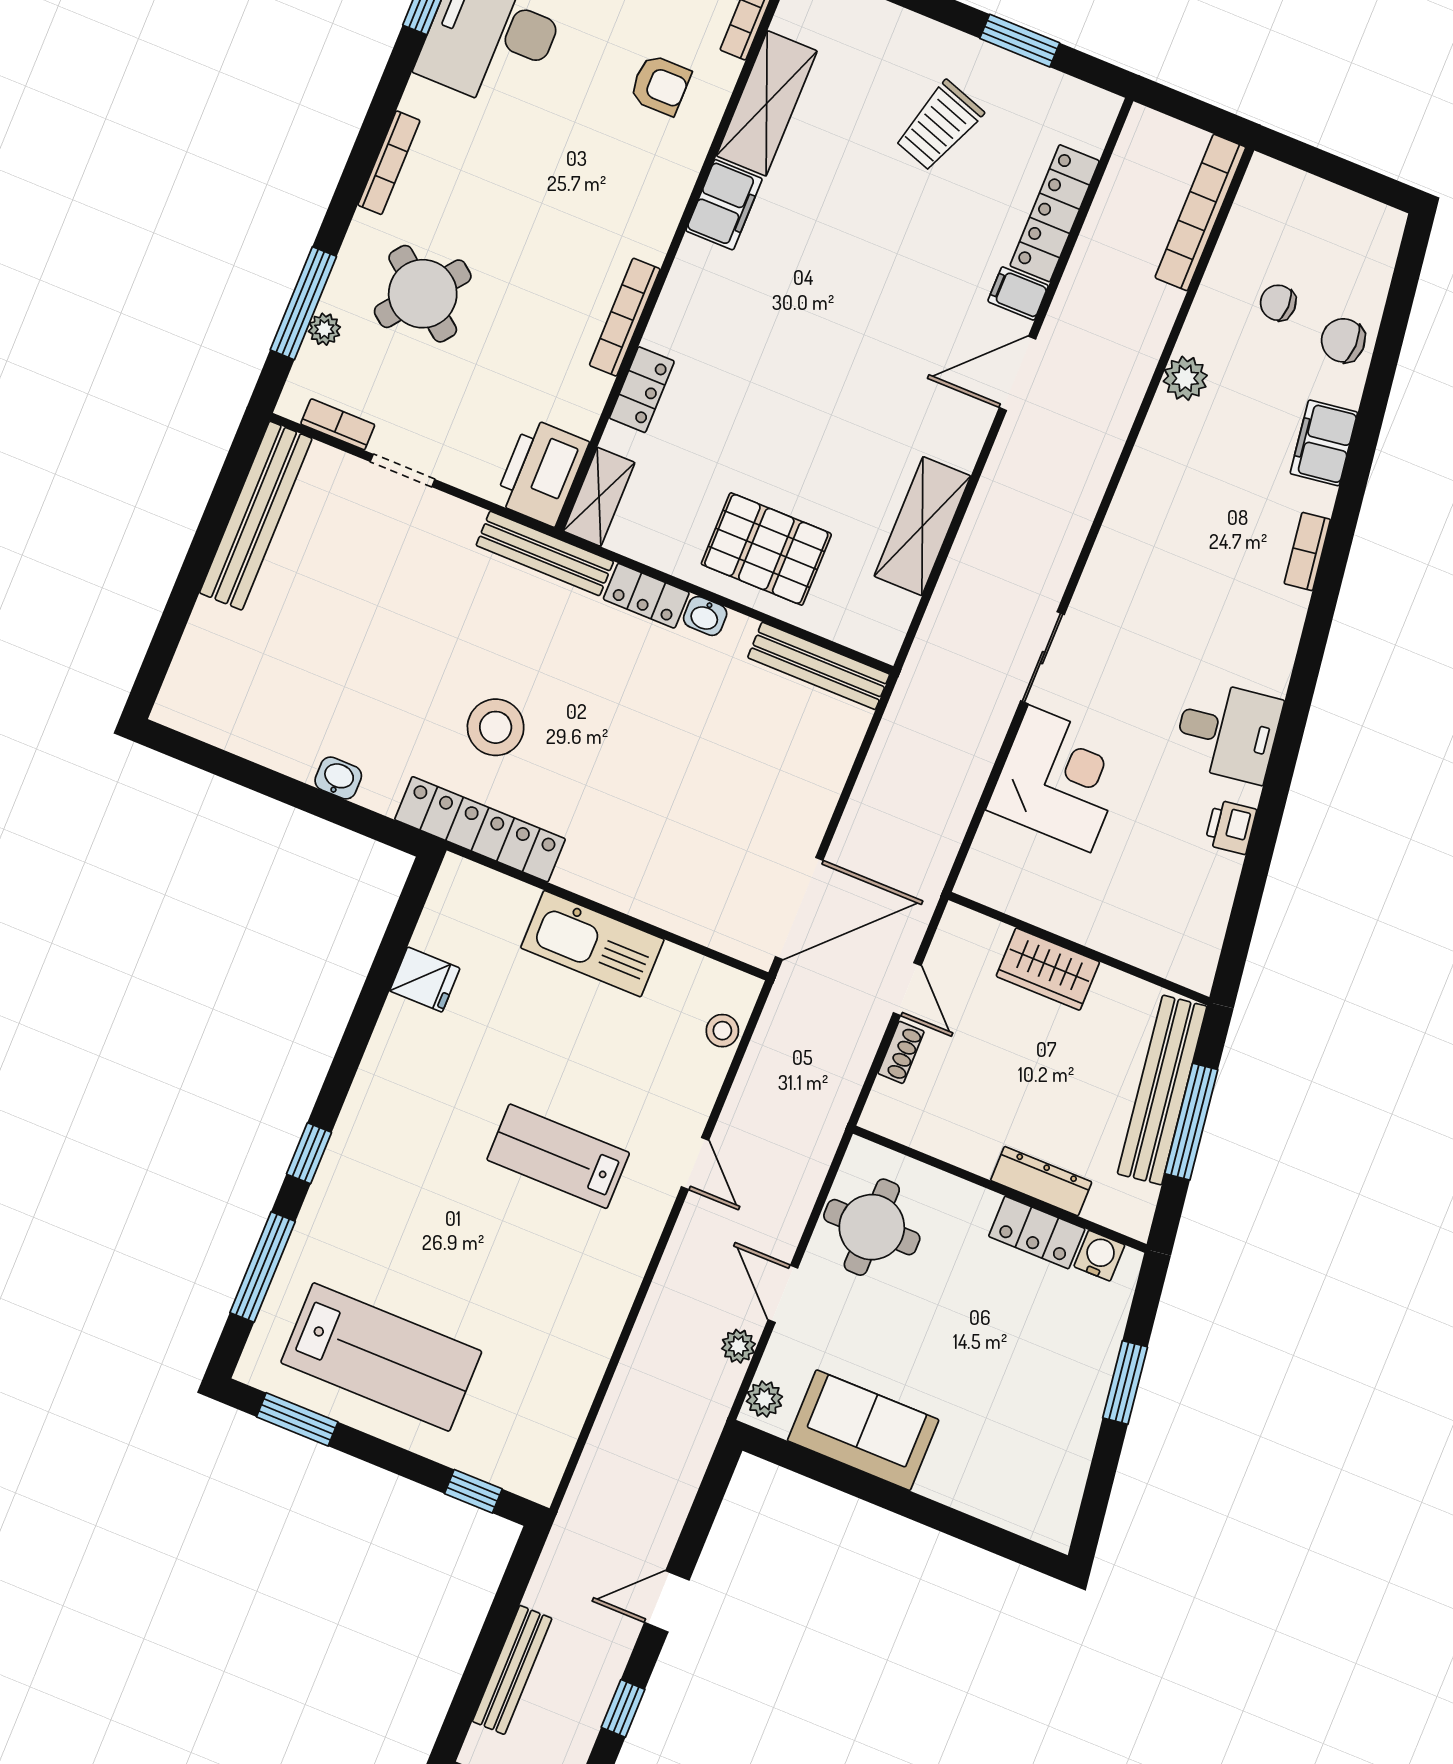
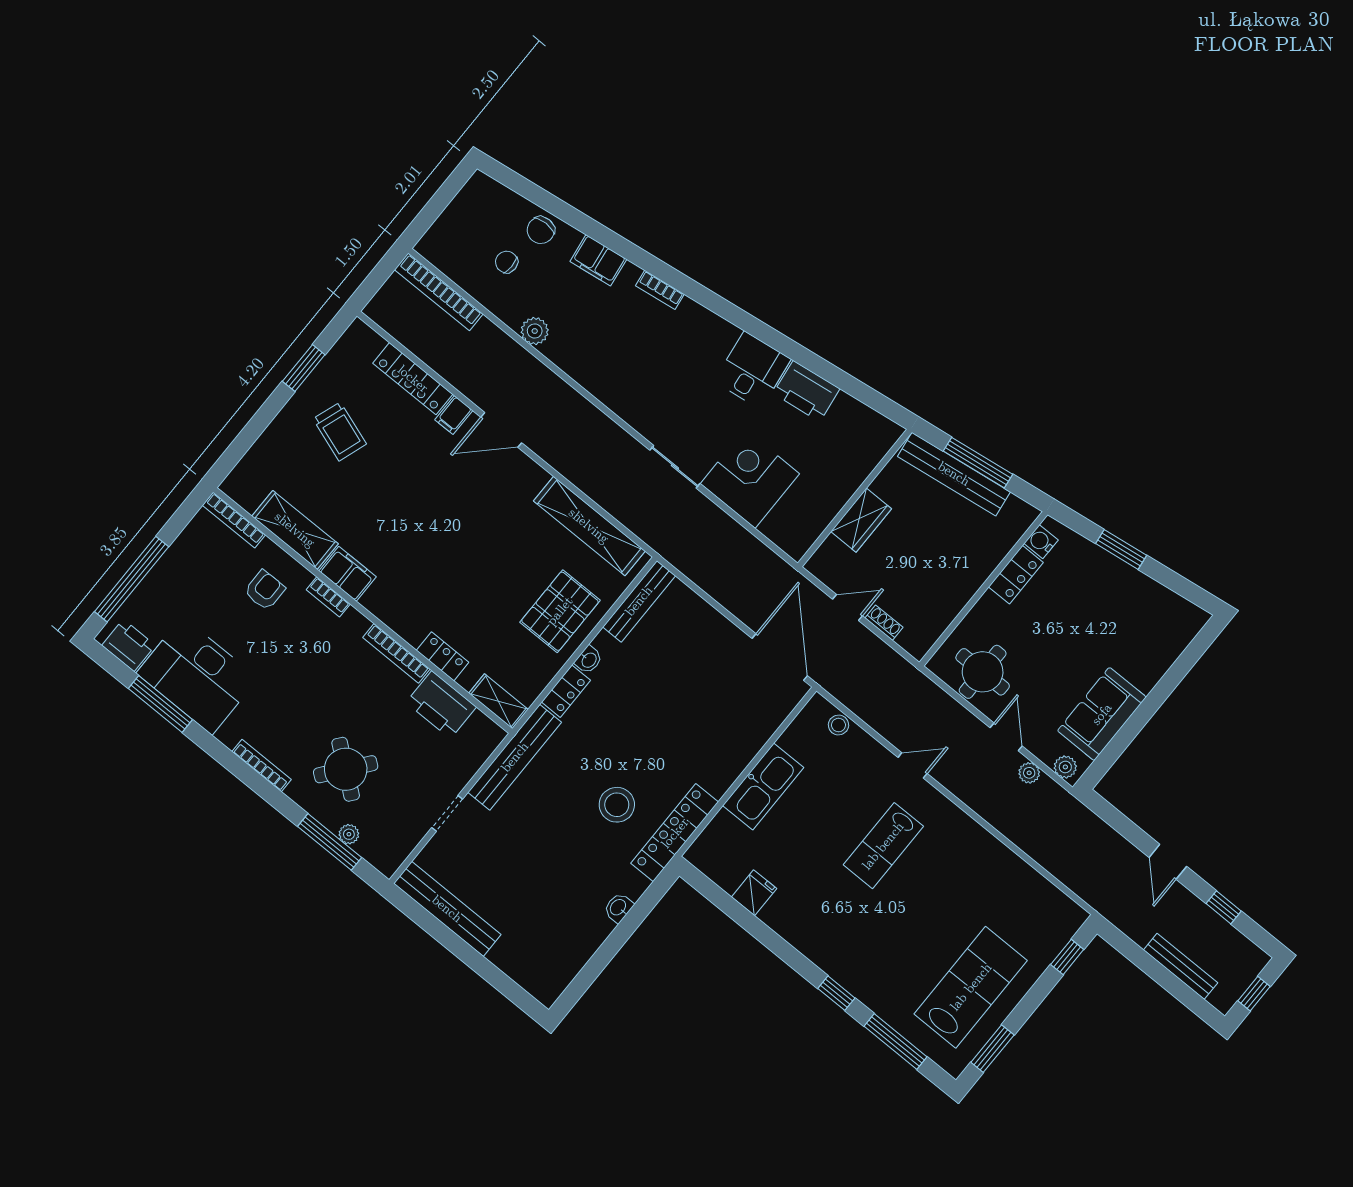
chair: (1278, 303) -> (507, 262), turned 90
door: (1017, 373) -> (501, 430), hinge flipped
bookcase: (338, 424) -> (328, 597), moved, turned -90
printer: (541, 472) -> (441, 705), moved
shelving: (922, 526) -> (589, 526), width x1.47
bench: (545, 553) -> (515, 757), width x1.37, depth x1.21
printer: (1231, 827) -> (806, 391), width x1.87, depth x1.48
dresser: (1041, 1181) -> (986, 563), removed
door: (783, 1294) -> (1006, 737), swing flipped

